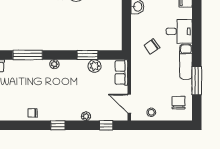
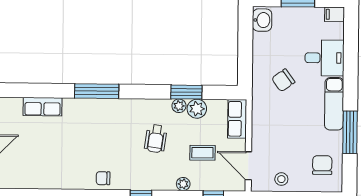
plant: (54, 64) -> (179, 106), moved
wheelchair: (67, 86) -> (156, 139), added
coffee table: (99, 95) -> (202, 153), added

